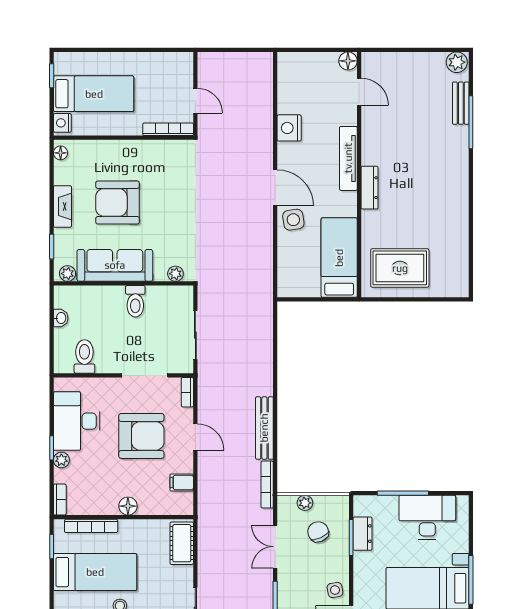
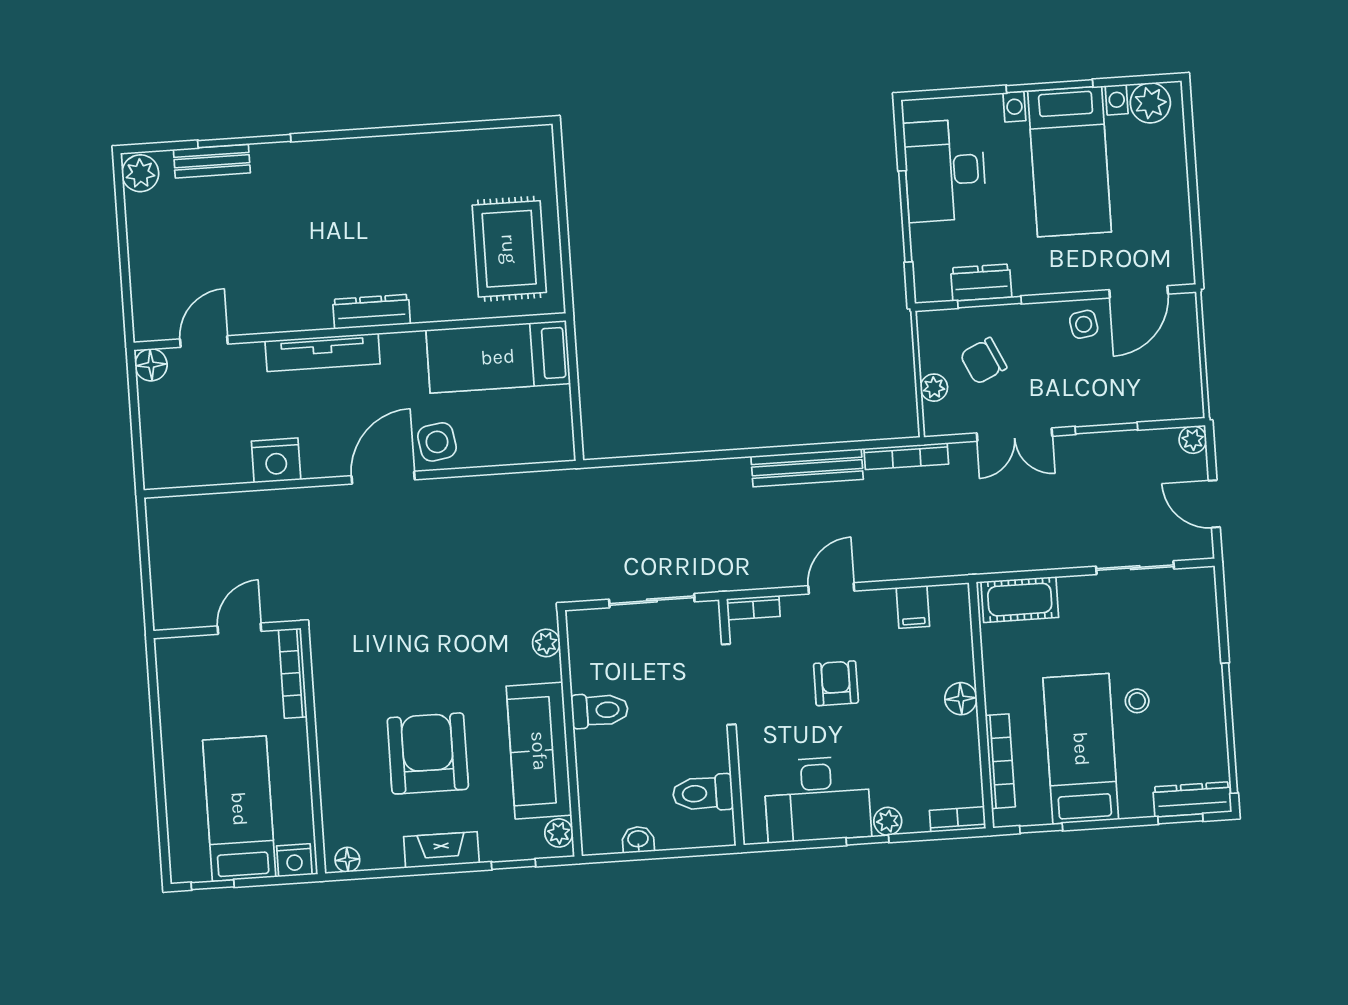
armchair: (118, 202) -> (428, 753), turned 180
armchair: (141, 436) -> (836, 683), width x0.53, depth x0.53

